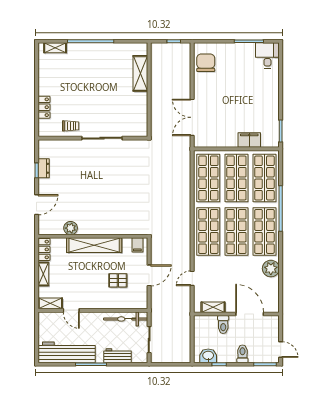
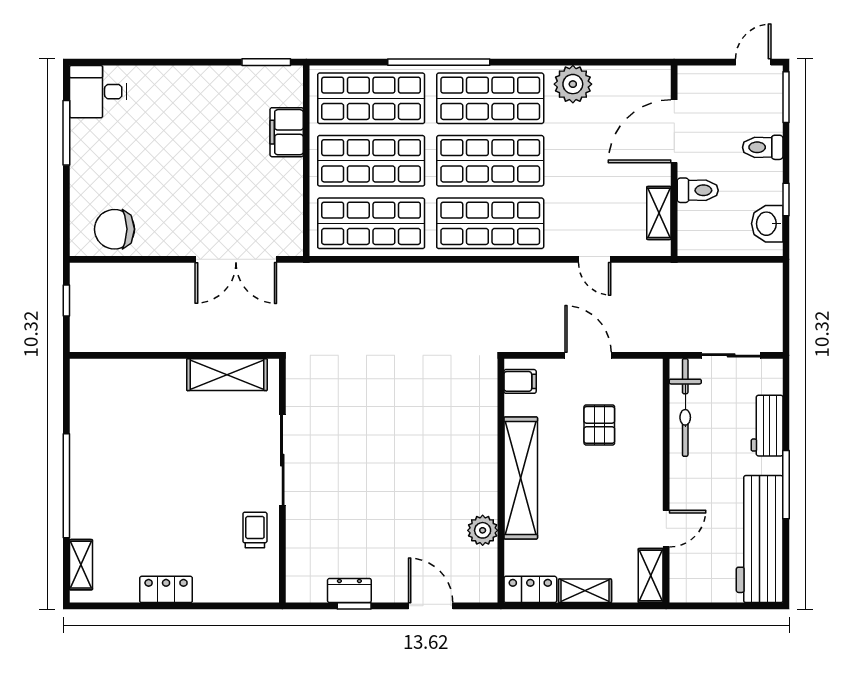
shelving: (140, 73) -> (227, 375), moved
locker: (44, 107) -> (166, 589), moved

